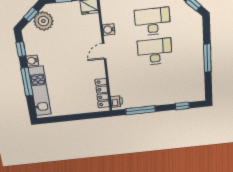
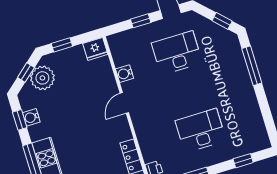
desk: (155, 52) -> (201, 131), moved
window: (207, 58) -> (252, 66), moved
water cooler: (32, 61) -> (31, 117), moved

